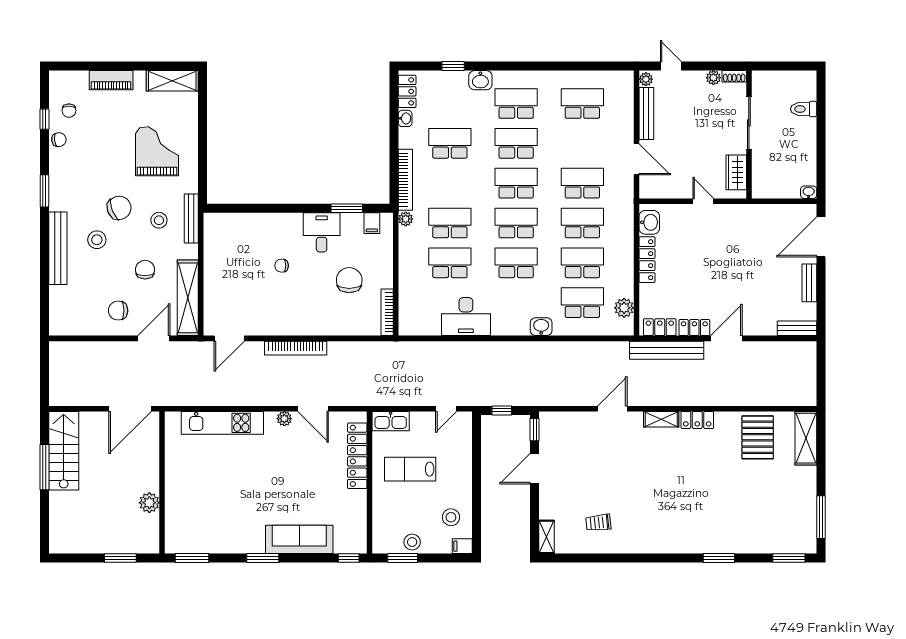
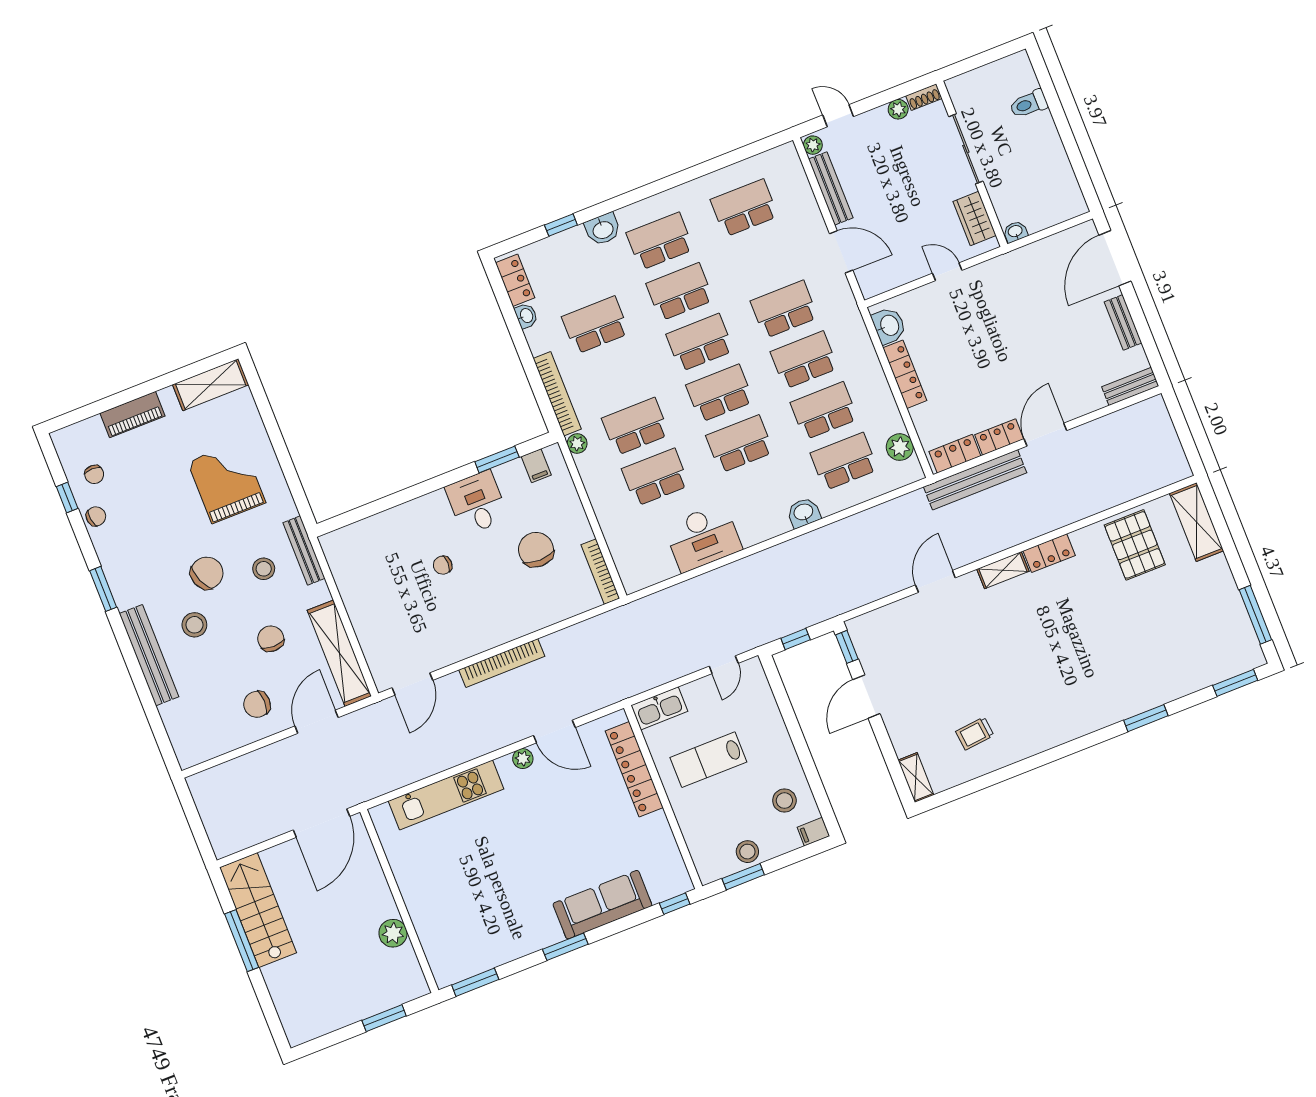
washbasin: (809, 192) -> (1015, 232), moved

